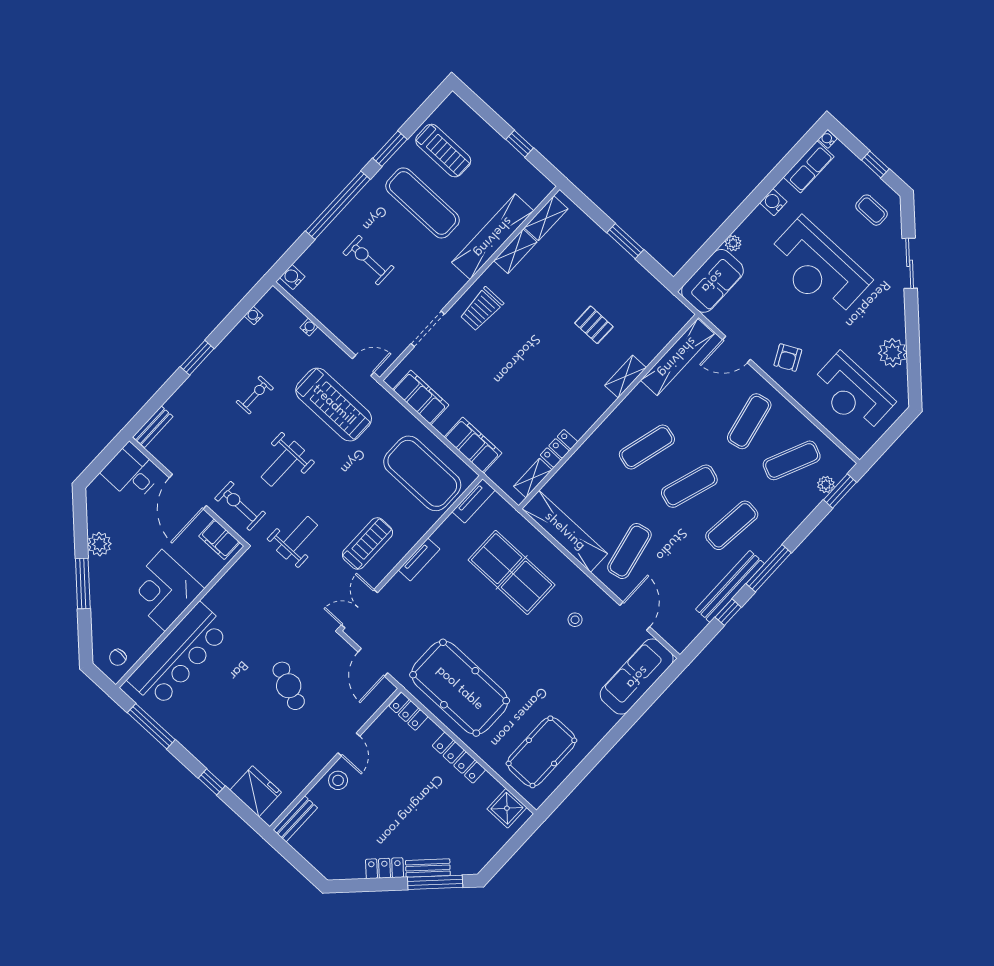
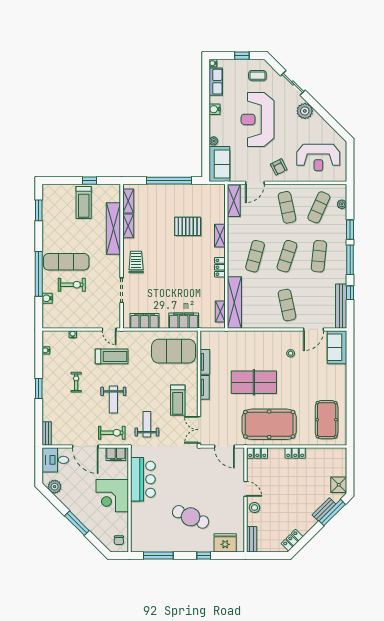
window: (390, 149) -> (39, 210), moved
treadmill: (443, 151) -> (84, 202), moved, turned 90
exercise mat: (423, 203) -> (66, 262), moved
window: (625, 241) -> (169, 181), width x2.11
exercise bike: (368, 260) -> (72, 285), turned 180
reception desk: (818, 268) -> (258, 119), turned 90
water cooler: (292, 277) -> (47, 298), moved
trolley: (482, 309) -> (136, 262), turned 180
pallet: (594, 325) -> (188, 226), width x1.50, depth x1.42
plant: (893, 353) -> (305, 111), moved
shelving: (677, 357) -> (234, 201), width x0.68
door: (363, 365) -> (109, 329), swing flipped
treadmill: (334, 405) -> (112, 356), width x0.73, depth x0.73
locker: (559, 448) -> (220, 267), moved
window: (840, 491) -> (350, 230), moved
tv unit: (474, 501) -> (205, 362), moved
exercise bike: (240, 506) -> (112, 433), turned 180
shelving: (565, 531) -> (234, 302), moved, turned 90
plant: (99, 544) -> (55, 487), moved
treadmill: (367, 544) -> (178, 400), turned 180
table tennis table: (512, 572) -> (254, 382), moved
bench: (730, 586) -> (341, 306), moved
door: (635, 616) -> (314, 329), swing flipped
bar counter: (179, 655) -> (143, 479), moved, width x0.73
sofa: (637, 677) -> (337, 347), width x0.73
cafe table: (289, 686) -> (191, 517), moved, width x1.37, depth x1.35
locker: (459, 758) -> (295, 453), width x0.66
shower: (507, 808) -> (339, 485), moved
locker: (385, 868) -> (292, 540), moved

